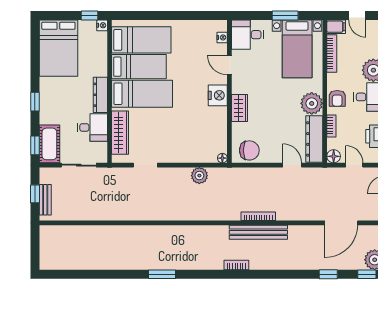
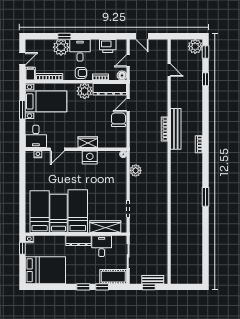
nightstand: (218, 95) -> (90, 157), moved
window: (35, 145) -> (102, 287), moved
chair: (249, 150) -> (118, 120), moved
door: (341, 223) -> (169, 70), width x0.53

